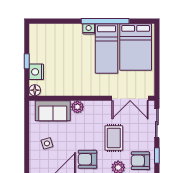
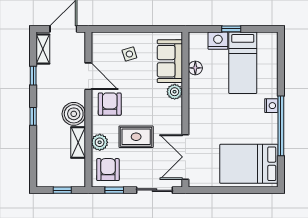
bed: (107, 48) -> (243, 63), moved, turned -90
floor lamp: (35, 90) -> (195, 68), moved

